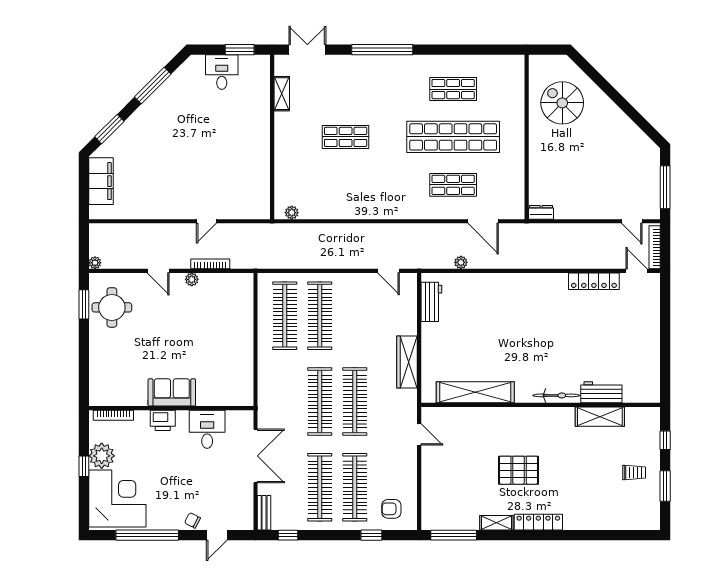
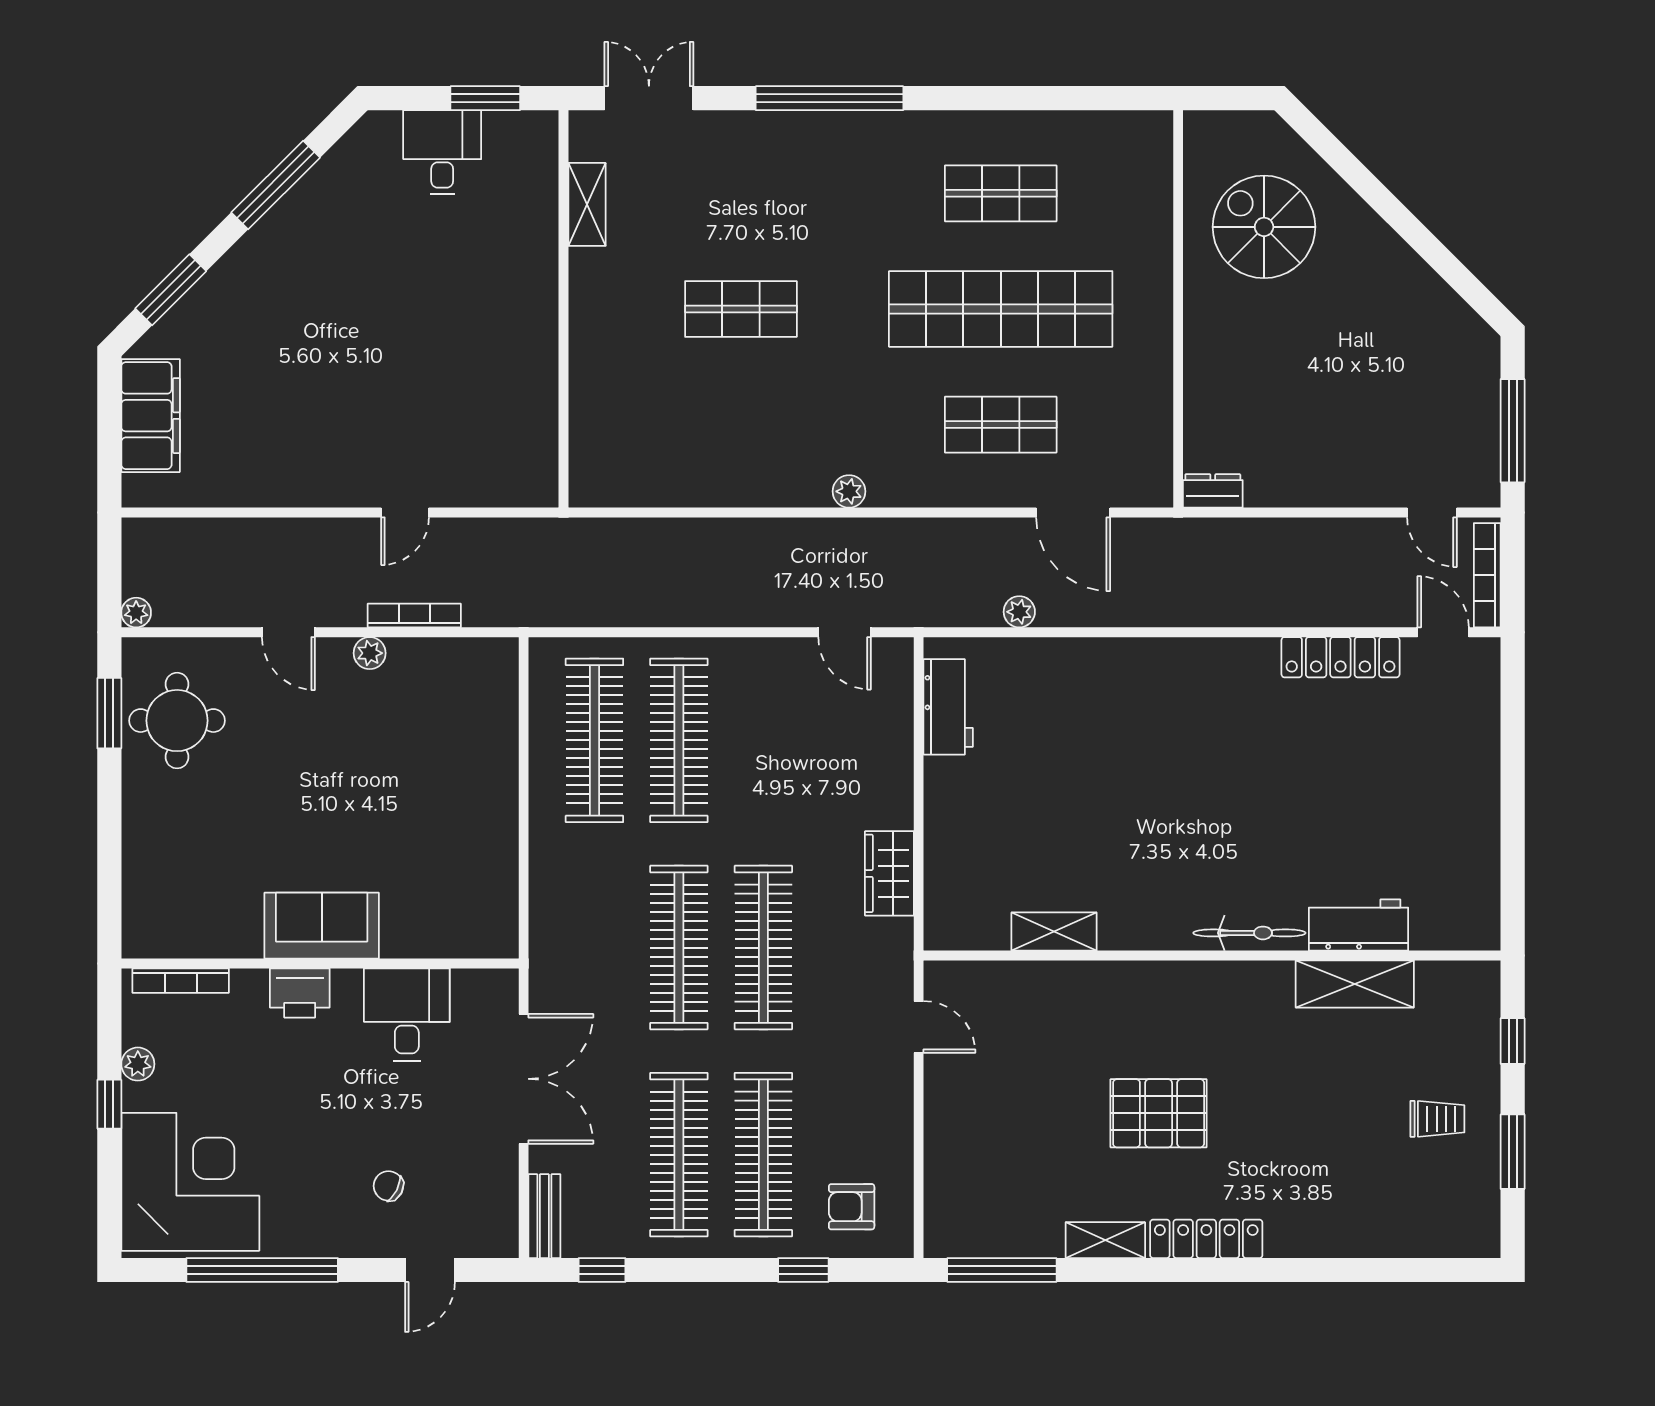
plant: (292, 213) -> (849, 491), moved
wardrobe: (407, 362) -> (889, 873), width x0.67
shelving: (475, 392) -> (1054, 932), width x0.45, depth x0.75
plant: (102, 456) -> (138, 1064), width x0.53, depth x0.53
chair: (192, 520) -> (388, 1186), moved

